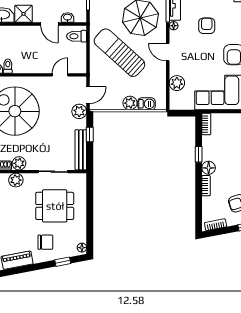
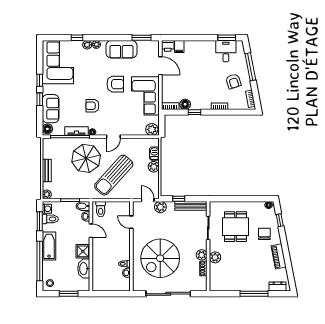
bidet: (81, 14) -> (83, 206), added
door: (49, 24) -> (91, 231), hinge flipped
plant: (177, 83) -> (152, 129), moved
floor lamp: (209, 168) -> (185, 104), moved

